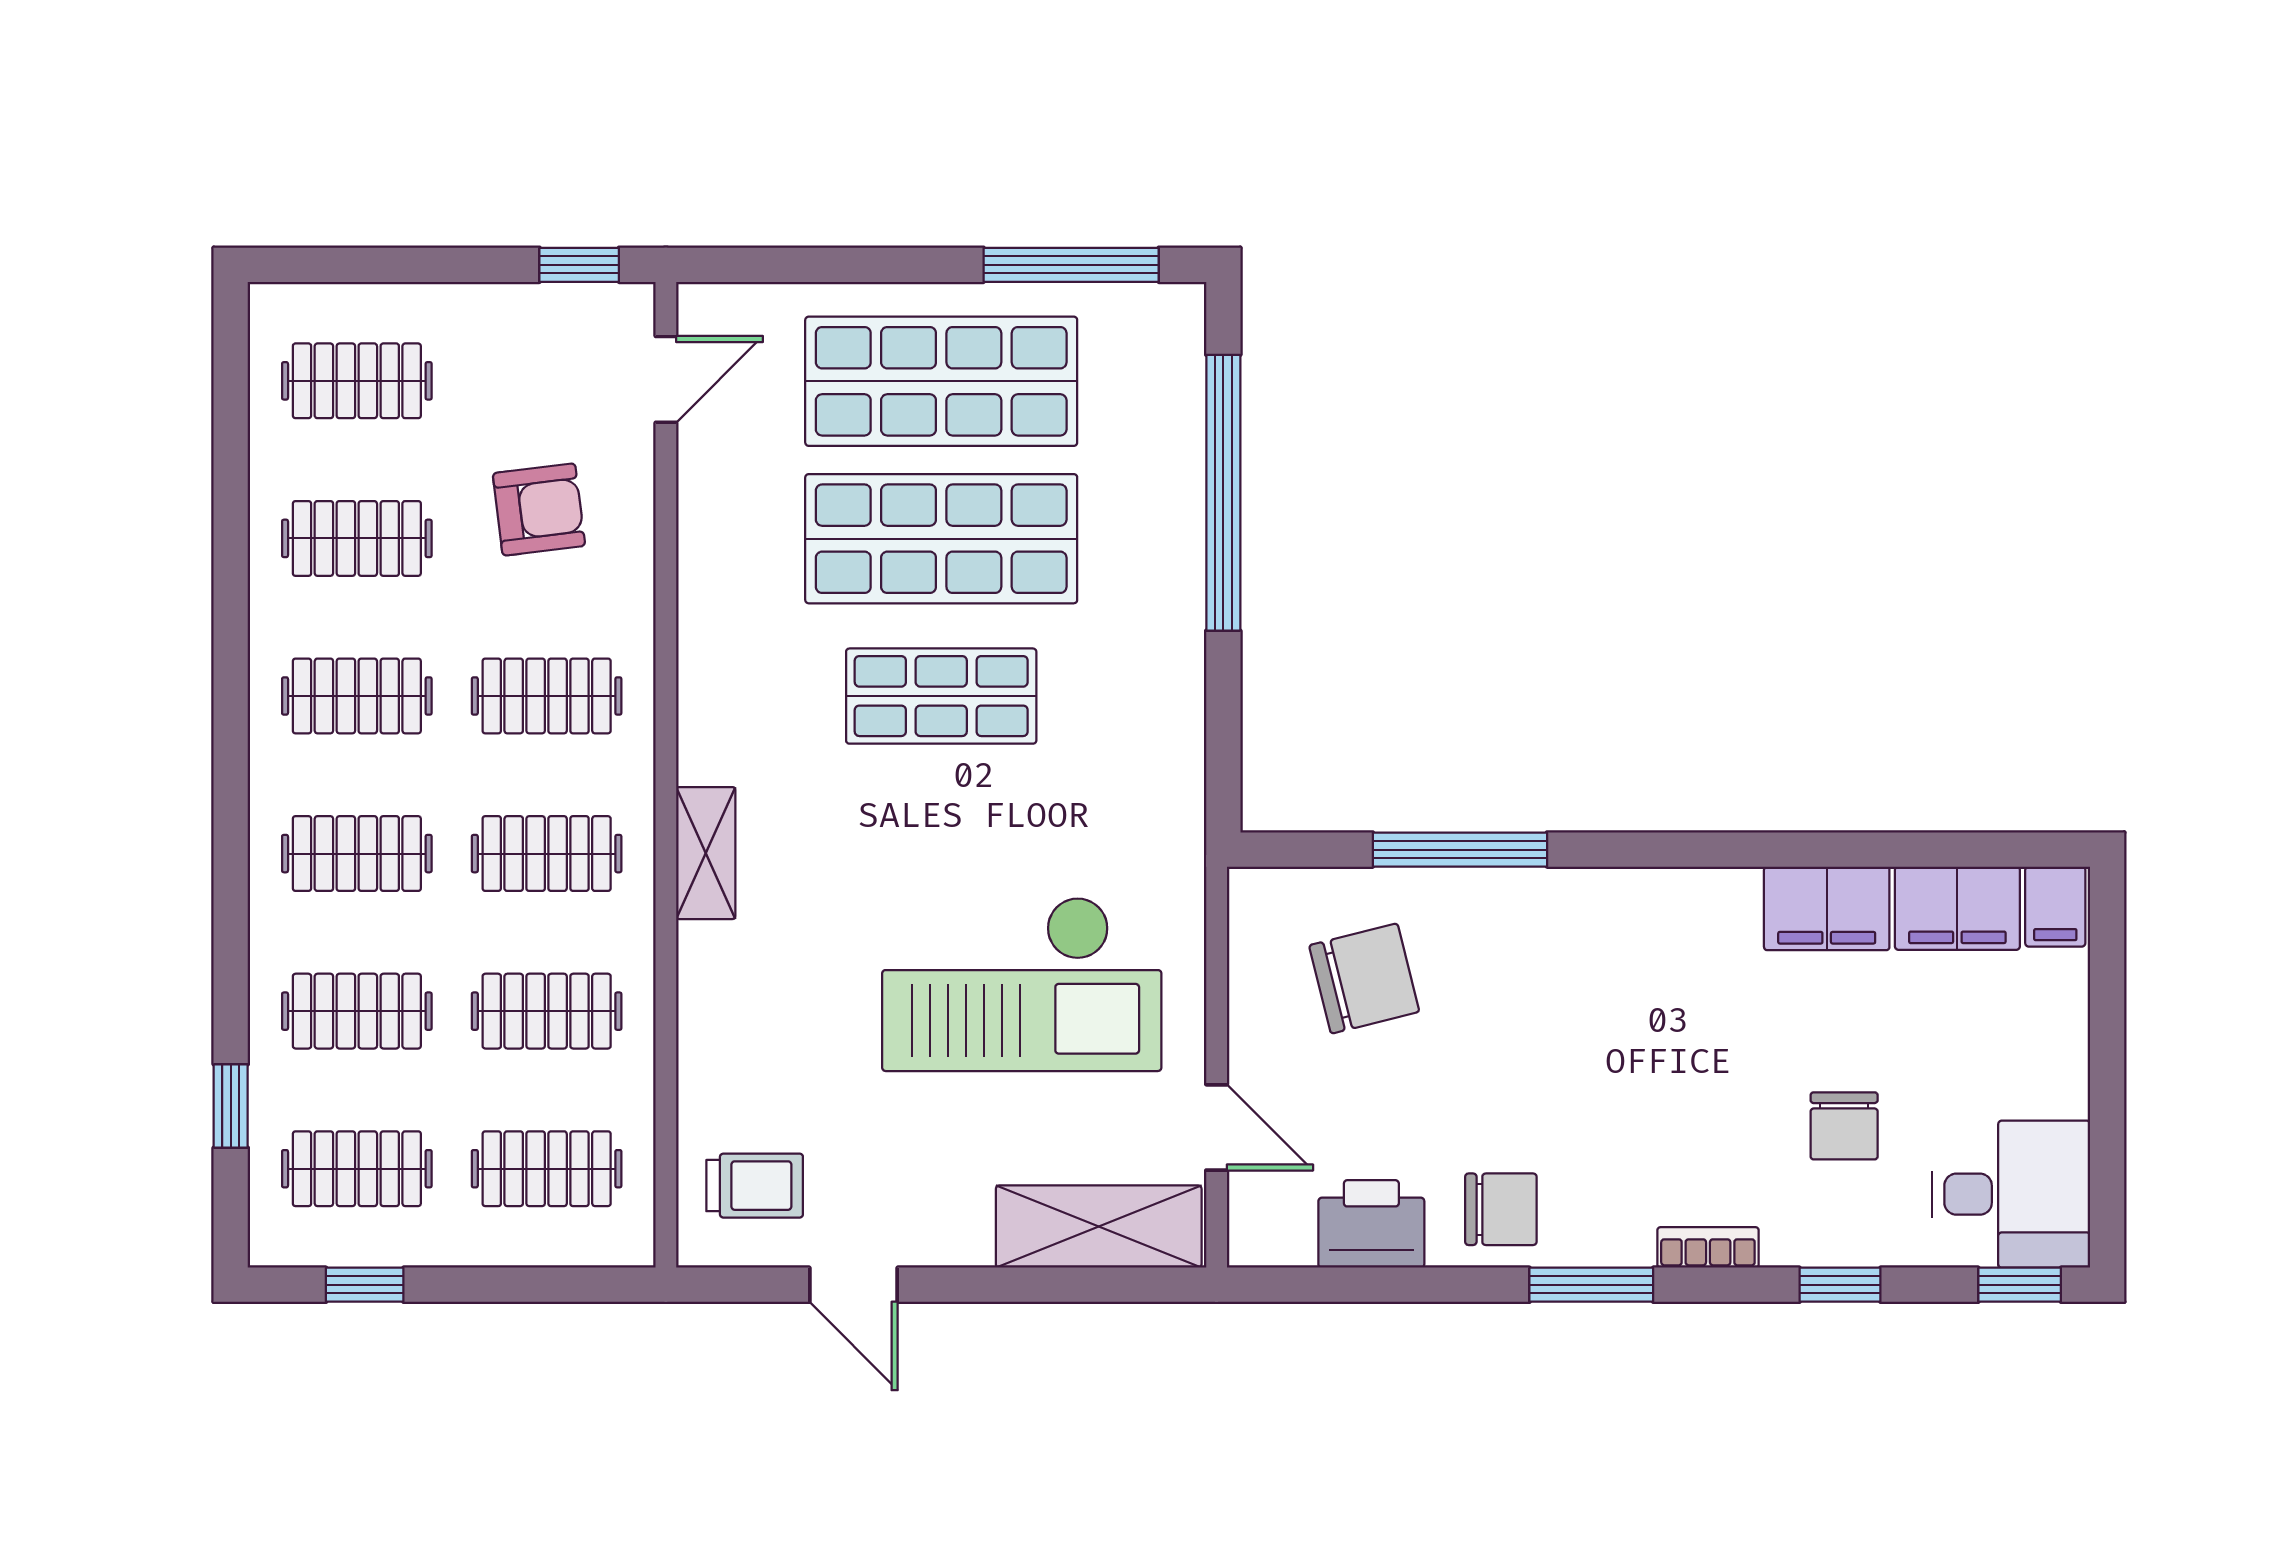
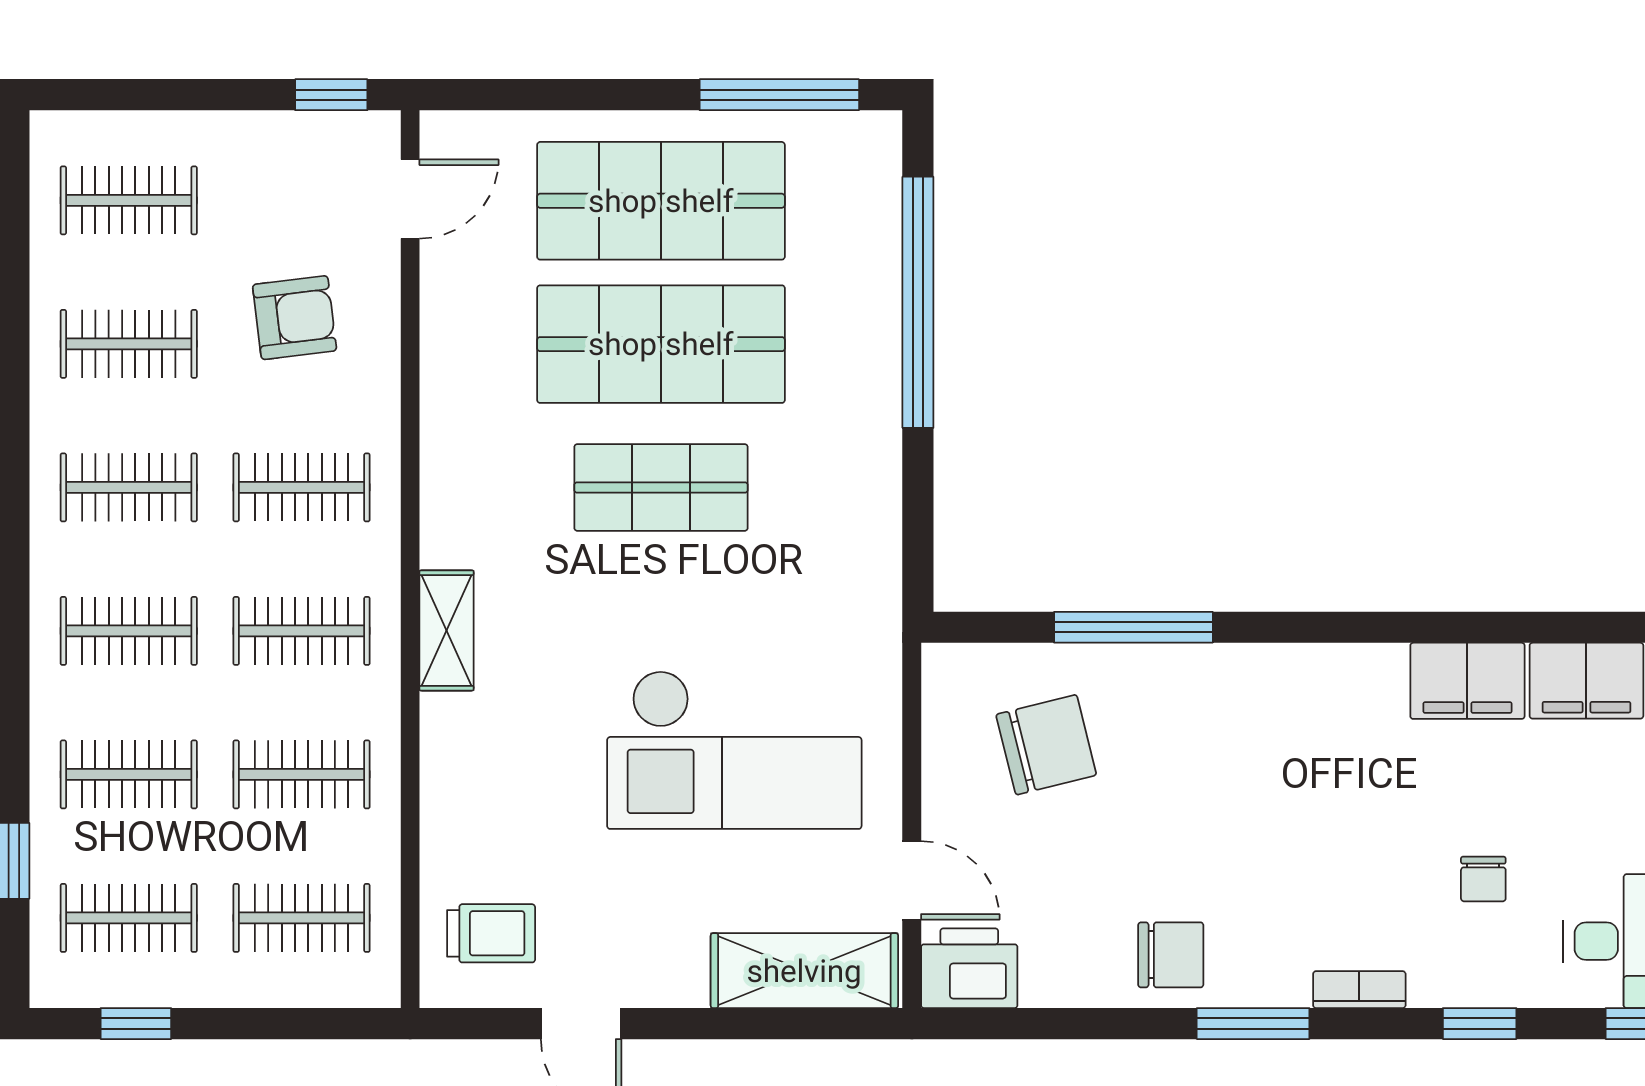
chair: (1844, 1126) -> (1483, 879), width x0.73, depth x0.73
printer: (1371, 1224) -> (969, 968), moved

